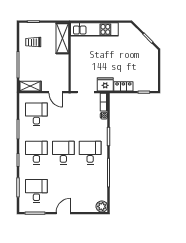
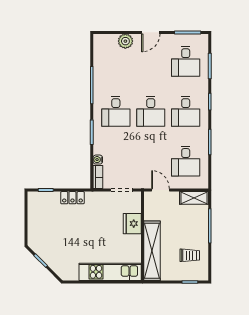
shelving: (62, 38) -> (152, 251), width x1.47
fridge: (105, 84) -> (132, 224), moved, turned 90
plant: (102, 206) -> (125, 41), moved

